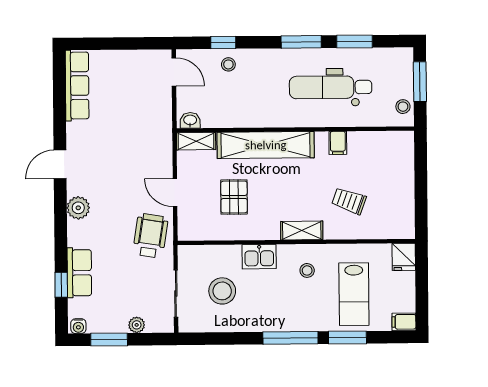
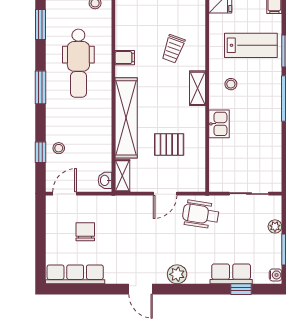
window: (355, 41) -> (40, 25), moved
chair: (128, 97) -> (85, 232), added
stool: (222, 291) -> (247, 155), removed

